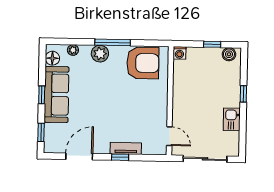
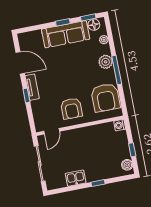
armchair: (147, 107) -> (71, 108), added
window: (41, 132) -> (88, 17), moved
tv unit: (126, 148) -> (32, 87), moved

